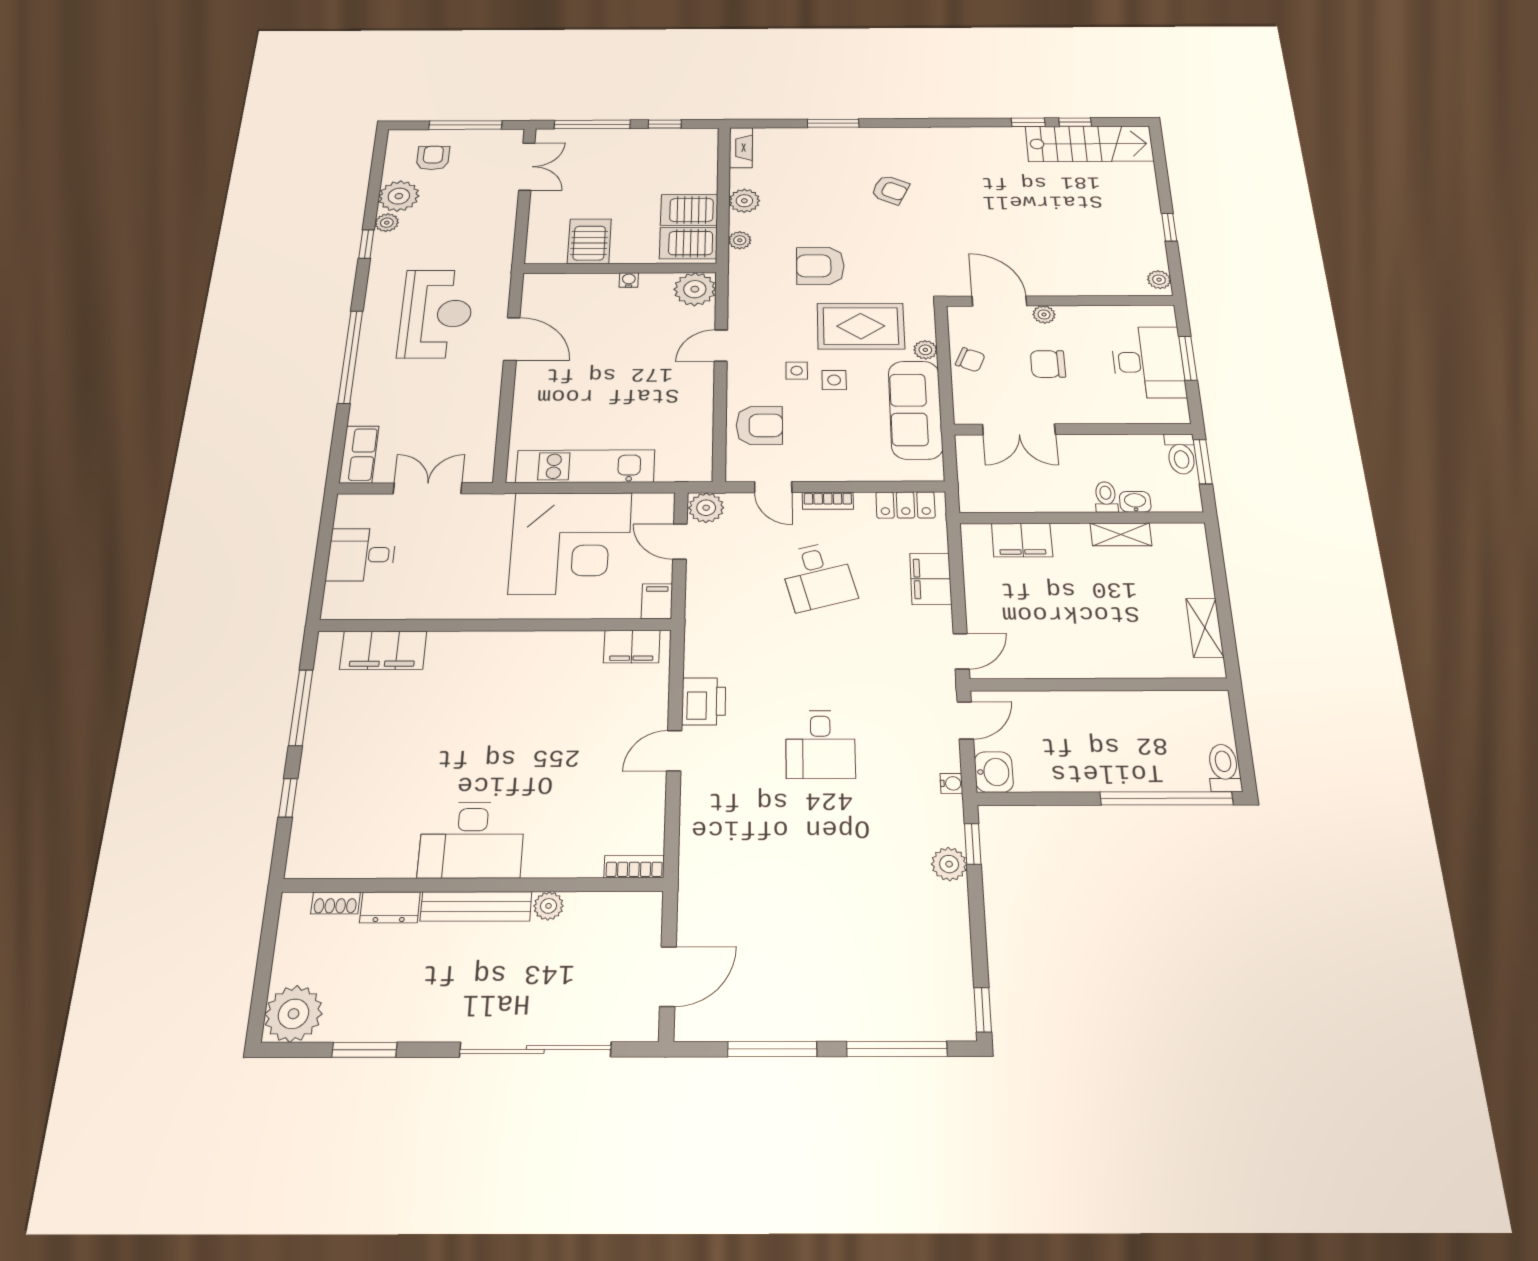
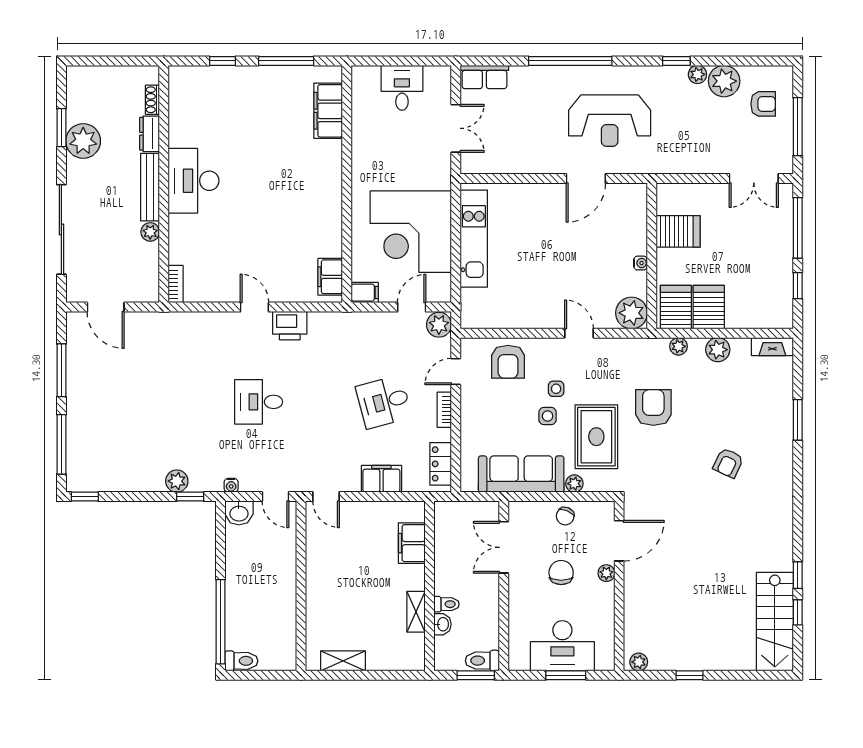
plant: (293, 1014) -> (83, 141), moved

